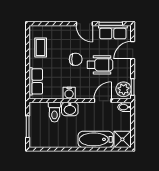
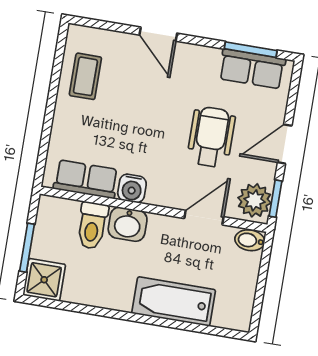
door: (84, 24) -> (158, 34), moved
door: (133, 50) -> (285, 144), moved
chair: (76, 59) -> (159, 116), removed
wheelchair: (100, 65) -> (211, 137), turned -90
row of seats: (36, 81) -> (86, 179), moved, turned -90
shower: (122, 139) -> (44, 280), moved

